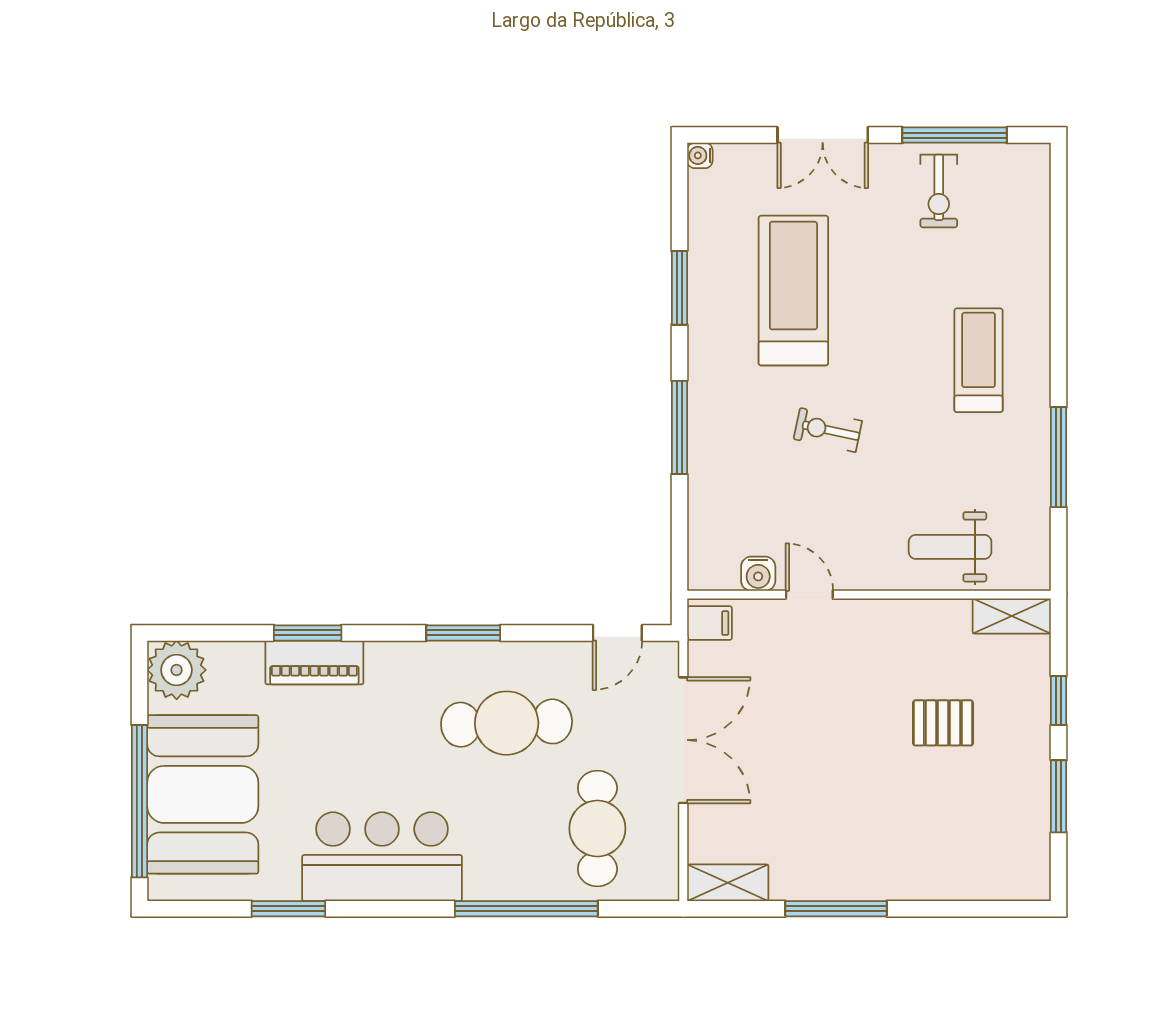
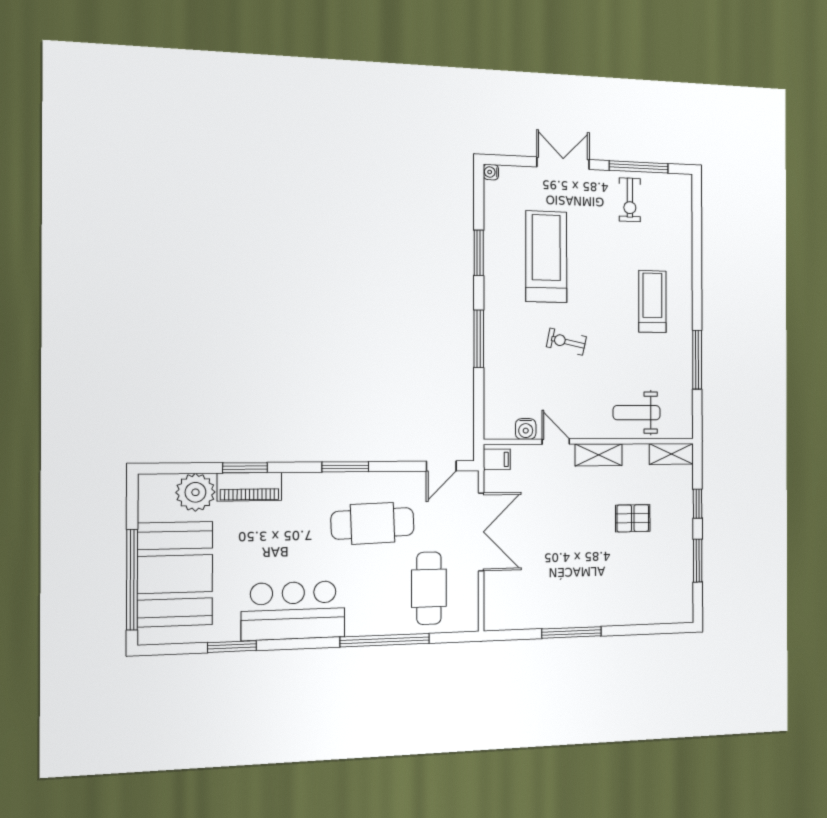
double door: (823, 135) -> (563, 163), swing flipped
plant: (177, 670) -> (195, 492), moved
shelving: (728, 883) -> (599, 455), moved

